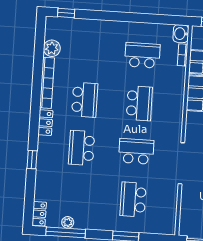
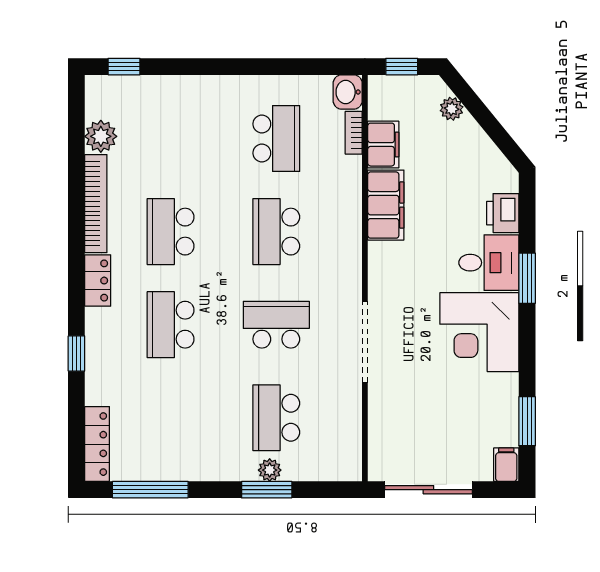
school desk: (142, 55) -> (276, 138), turned 90
school desk: (85, 100) -> (171, 232), turned 180
school desk: (139, 103) -> (276, 232), turned 180
locker: (39, 214) -> (97, 444), width x1.53
plant: (68, 222) -> (270, 470), moved

